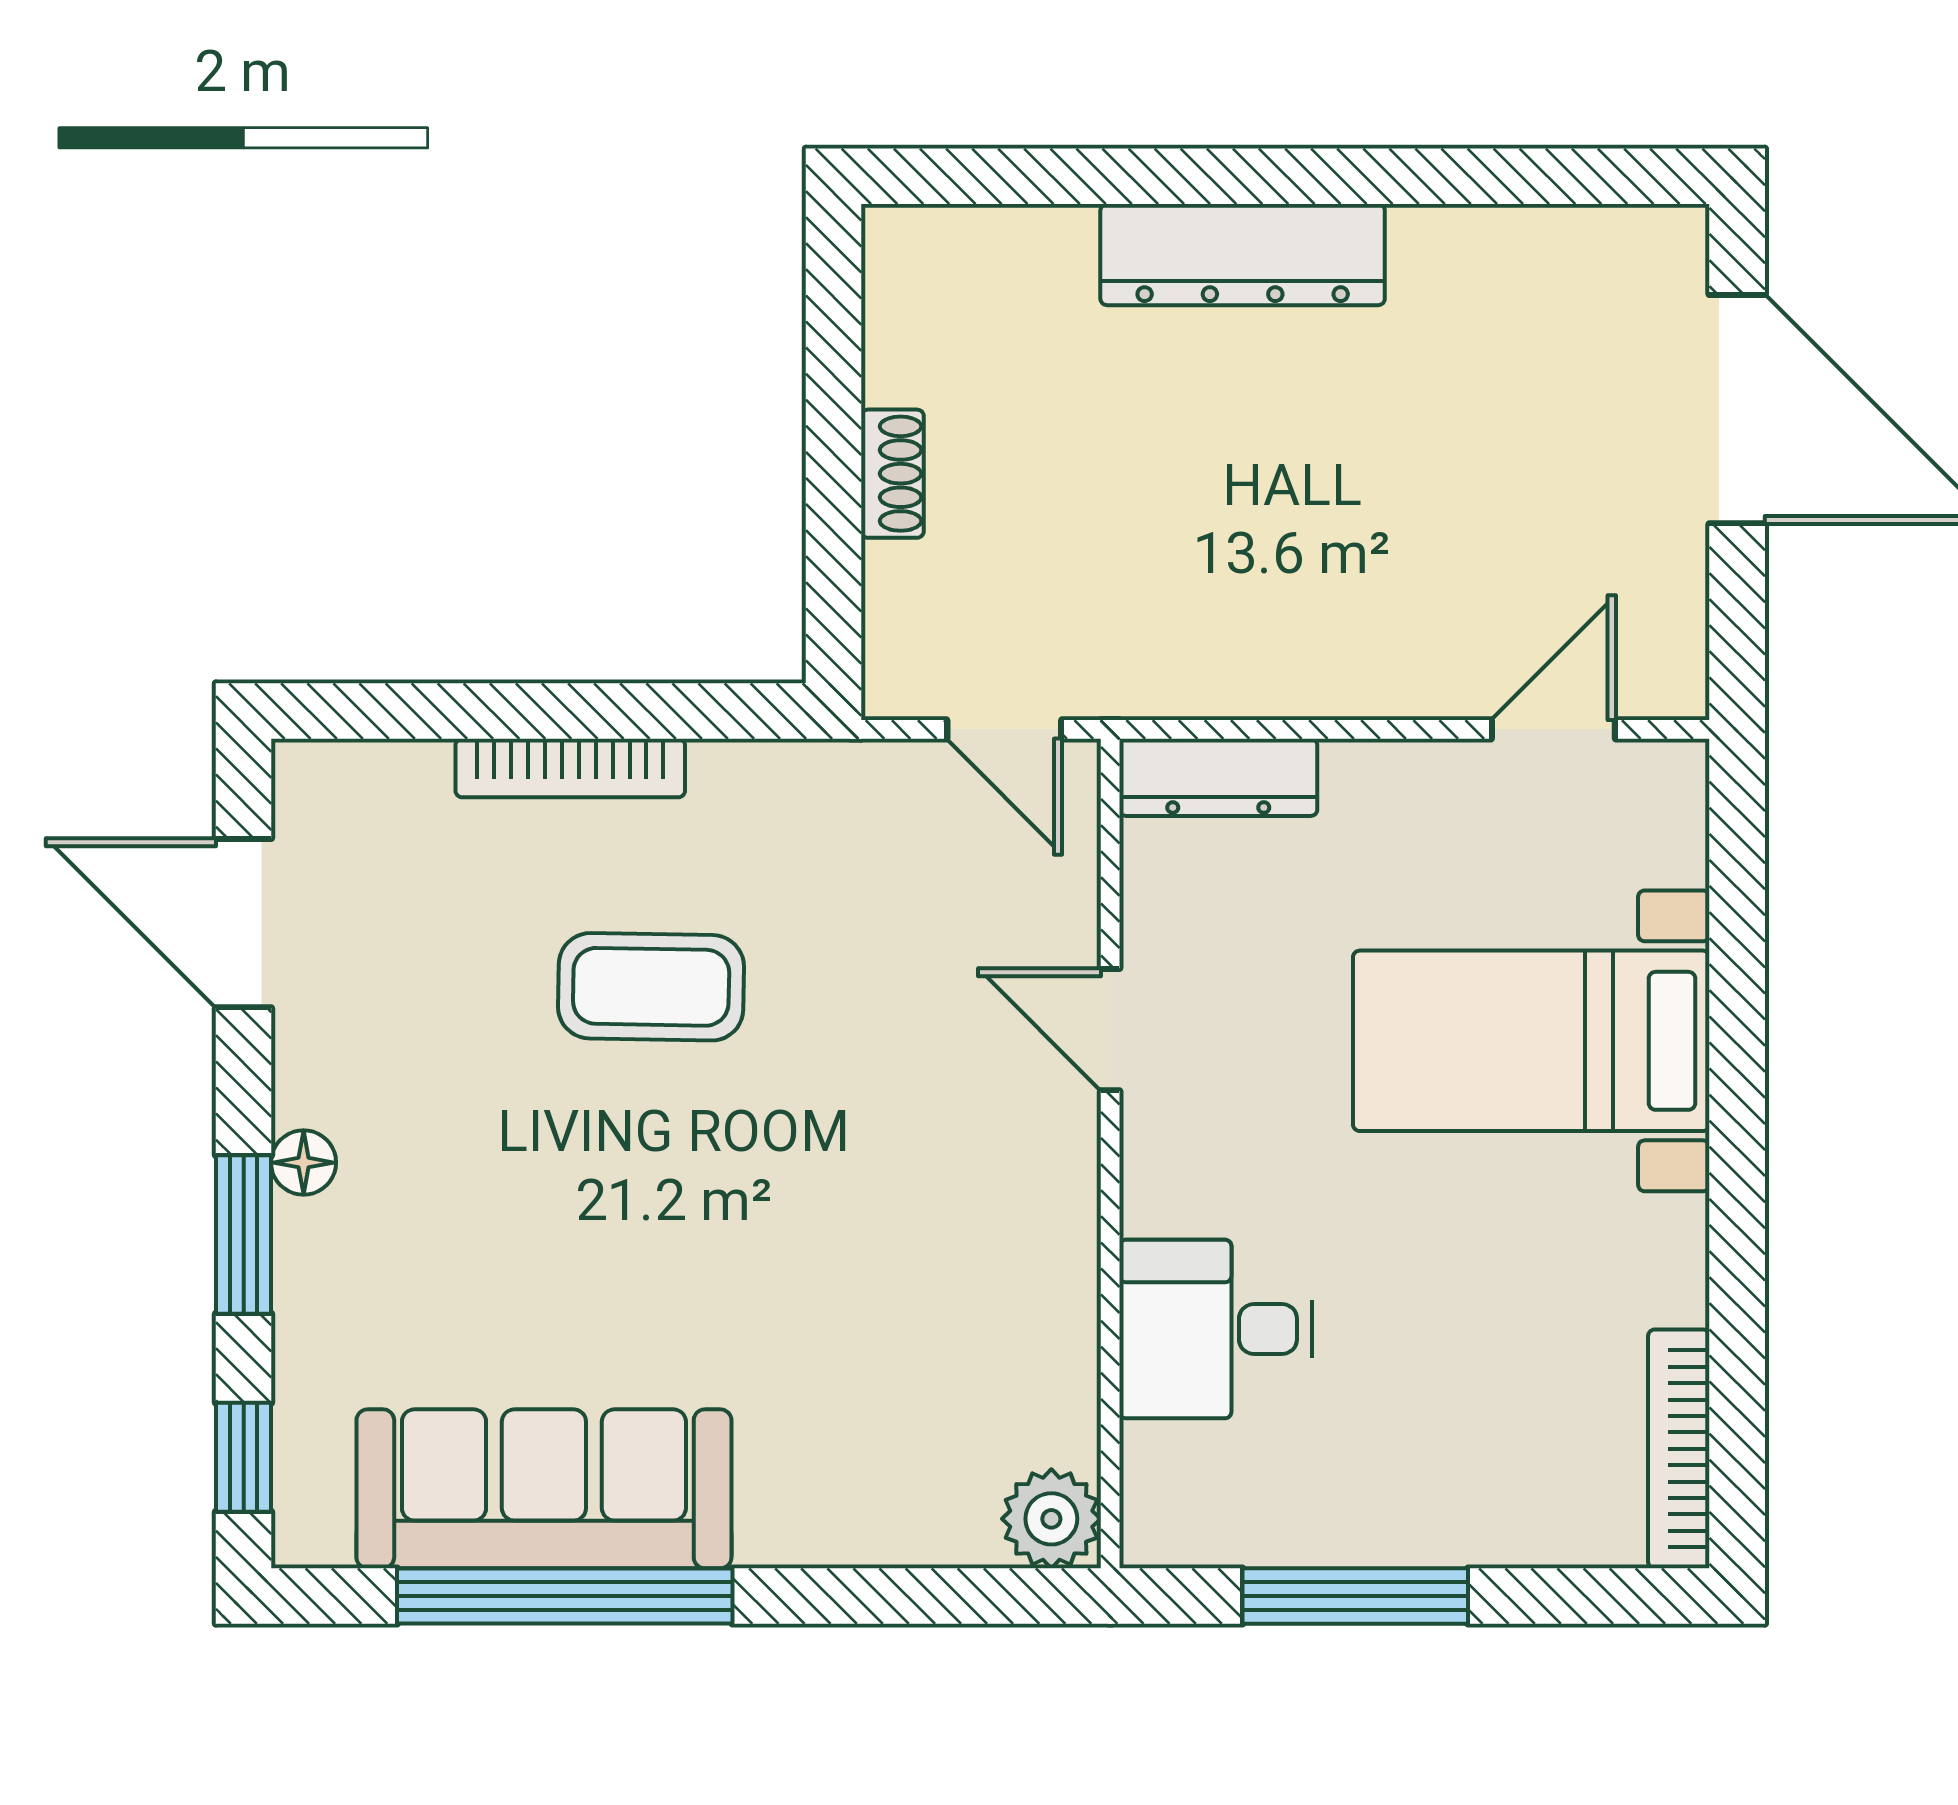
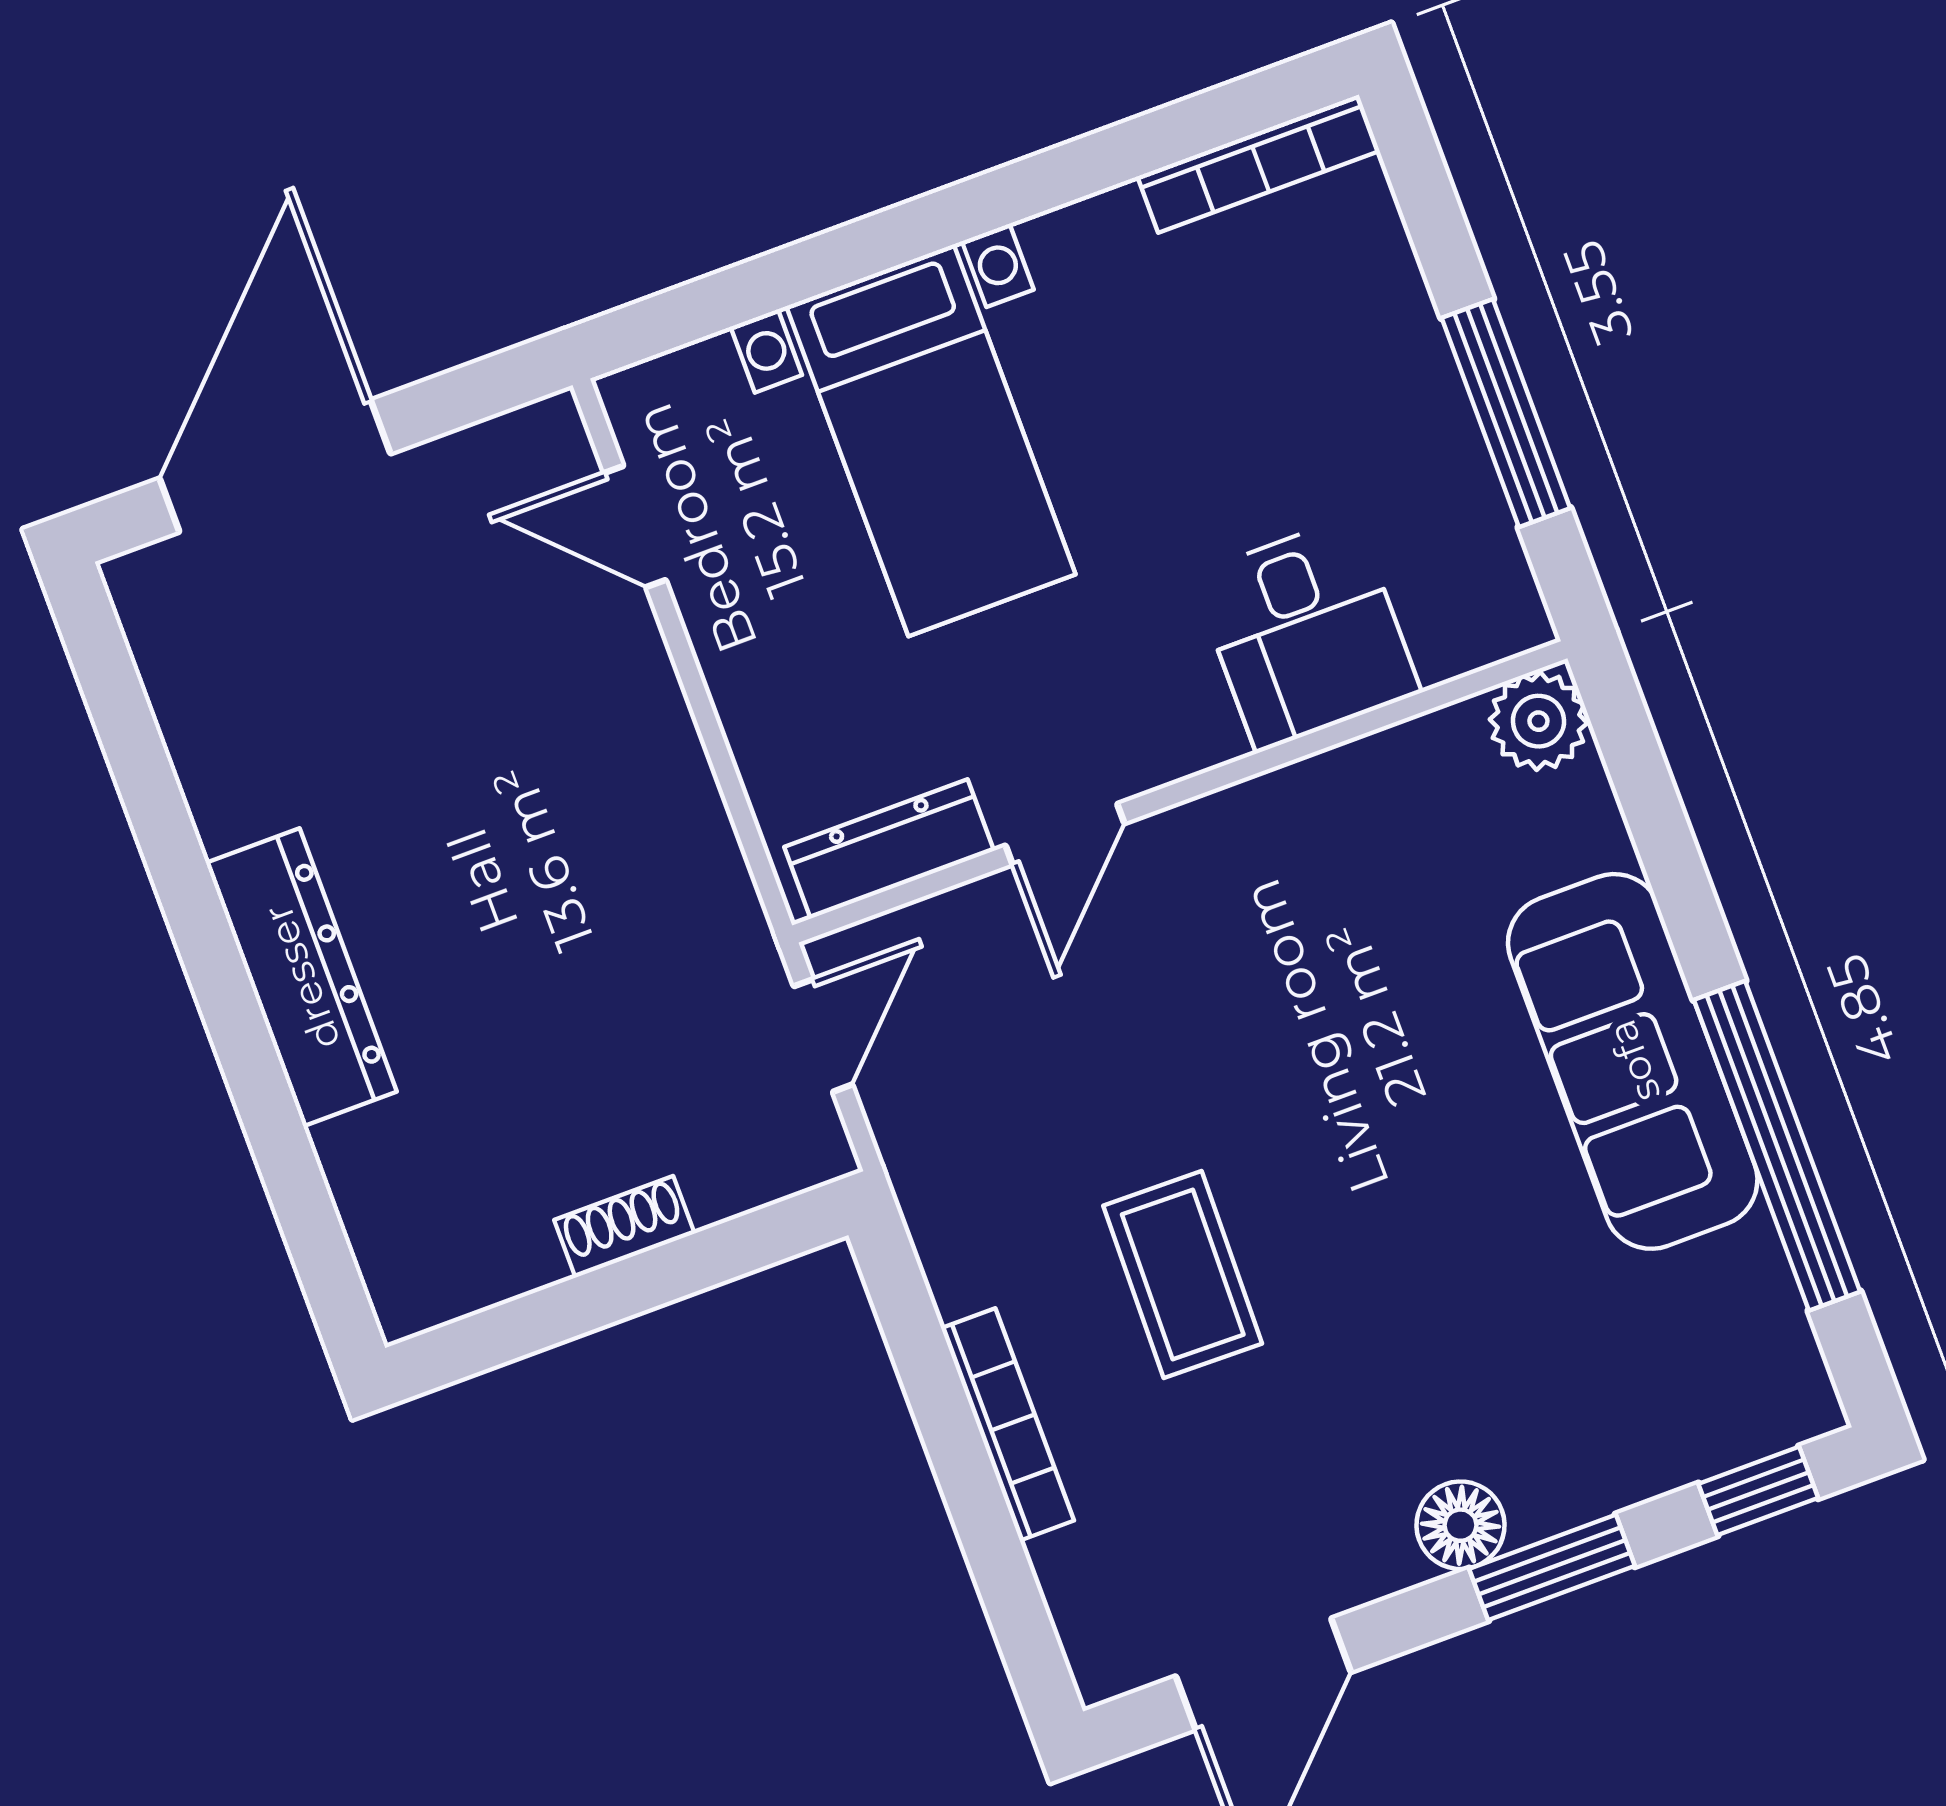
dresser: (1218, 777) -> (889, 849), moved, turned -90
floor lamp: (304, 1163) -> (1460, 1525), width x1.37, depth x1.37
sofa: (544, 1489) -> (1633, 1061), moved

